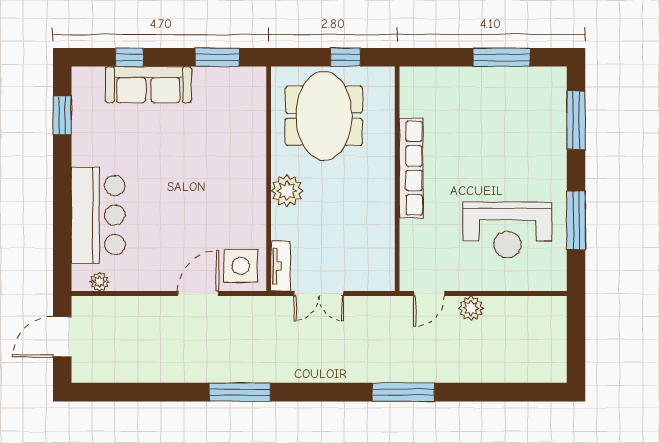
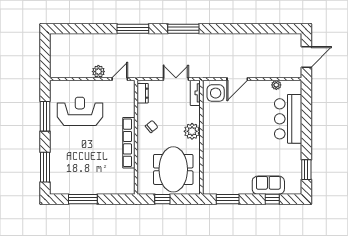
sofa: (148, 85) -> (268, 185), width x0.73
chair: (366, 200) -> (152, 127), added
dresser: (384, 266) -> (143, 93), added
plant: (100, 282) -> (276, 85), moved
window: (240, 392) -> (183, 29), moved

